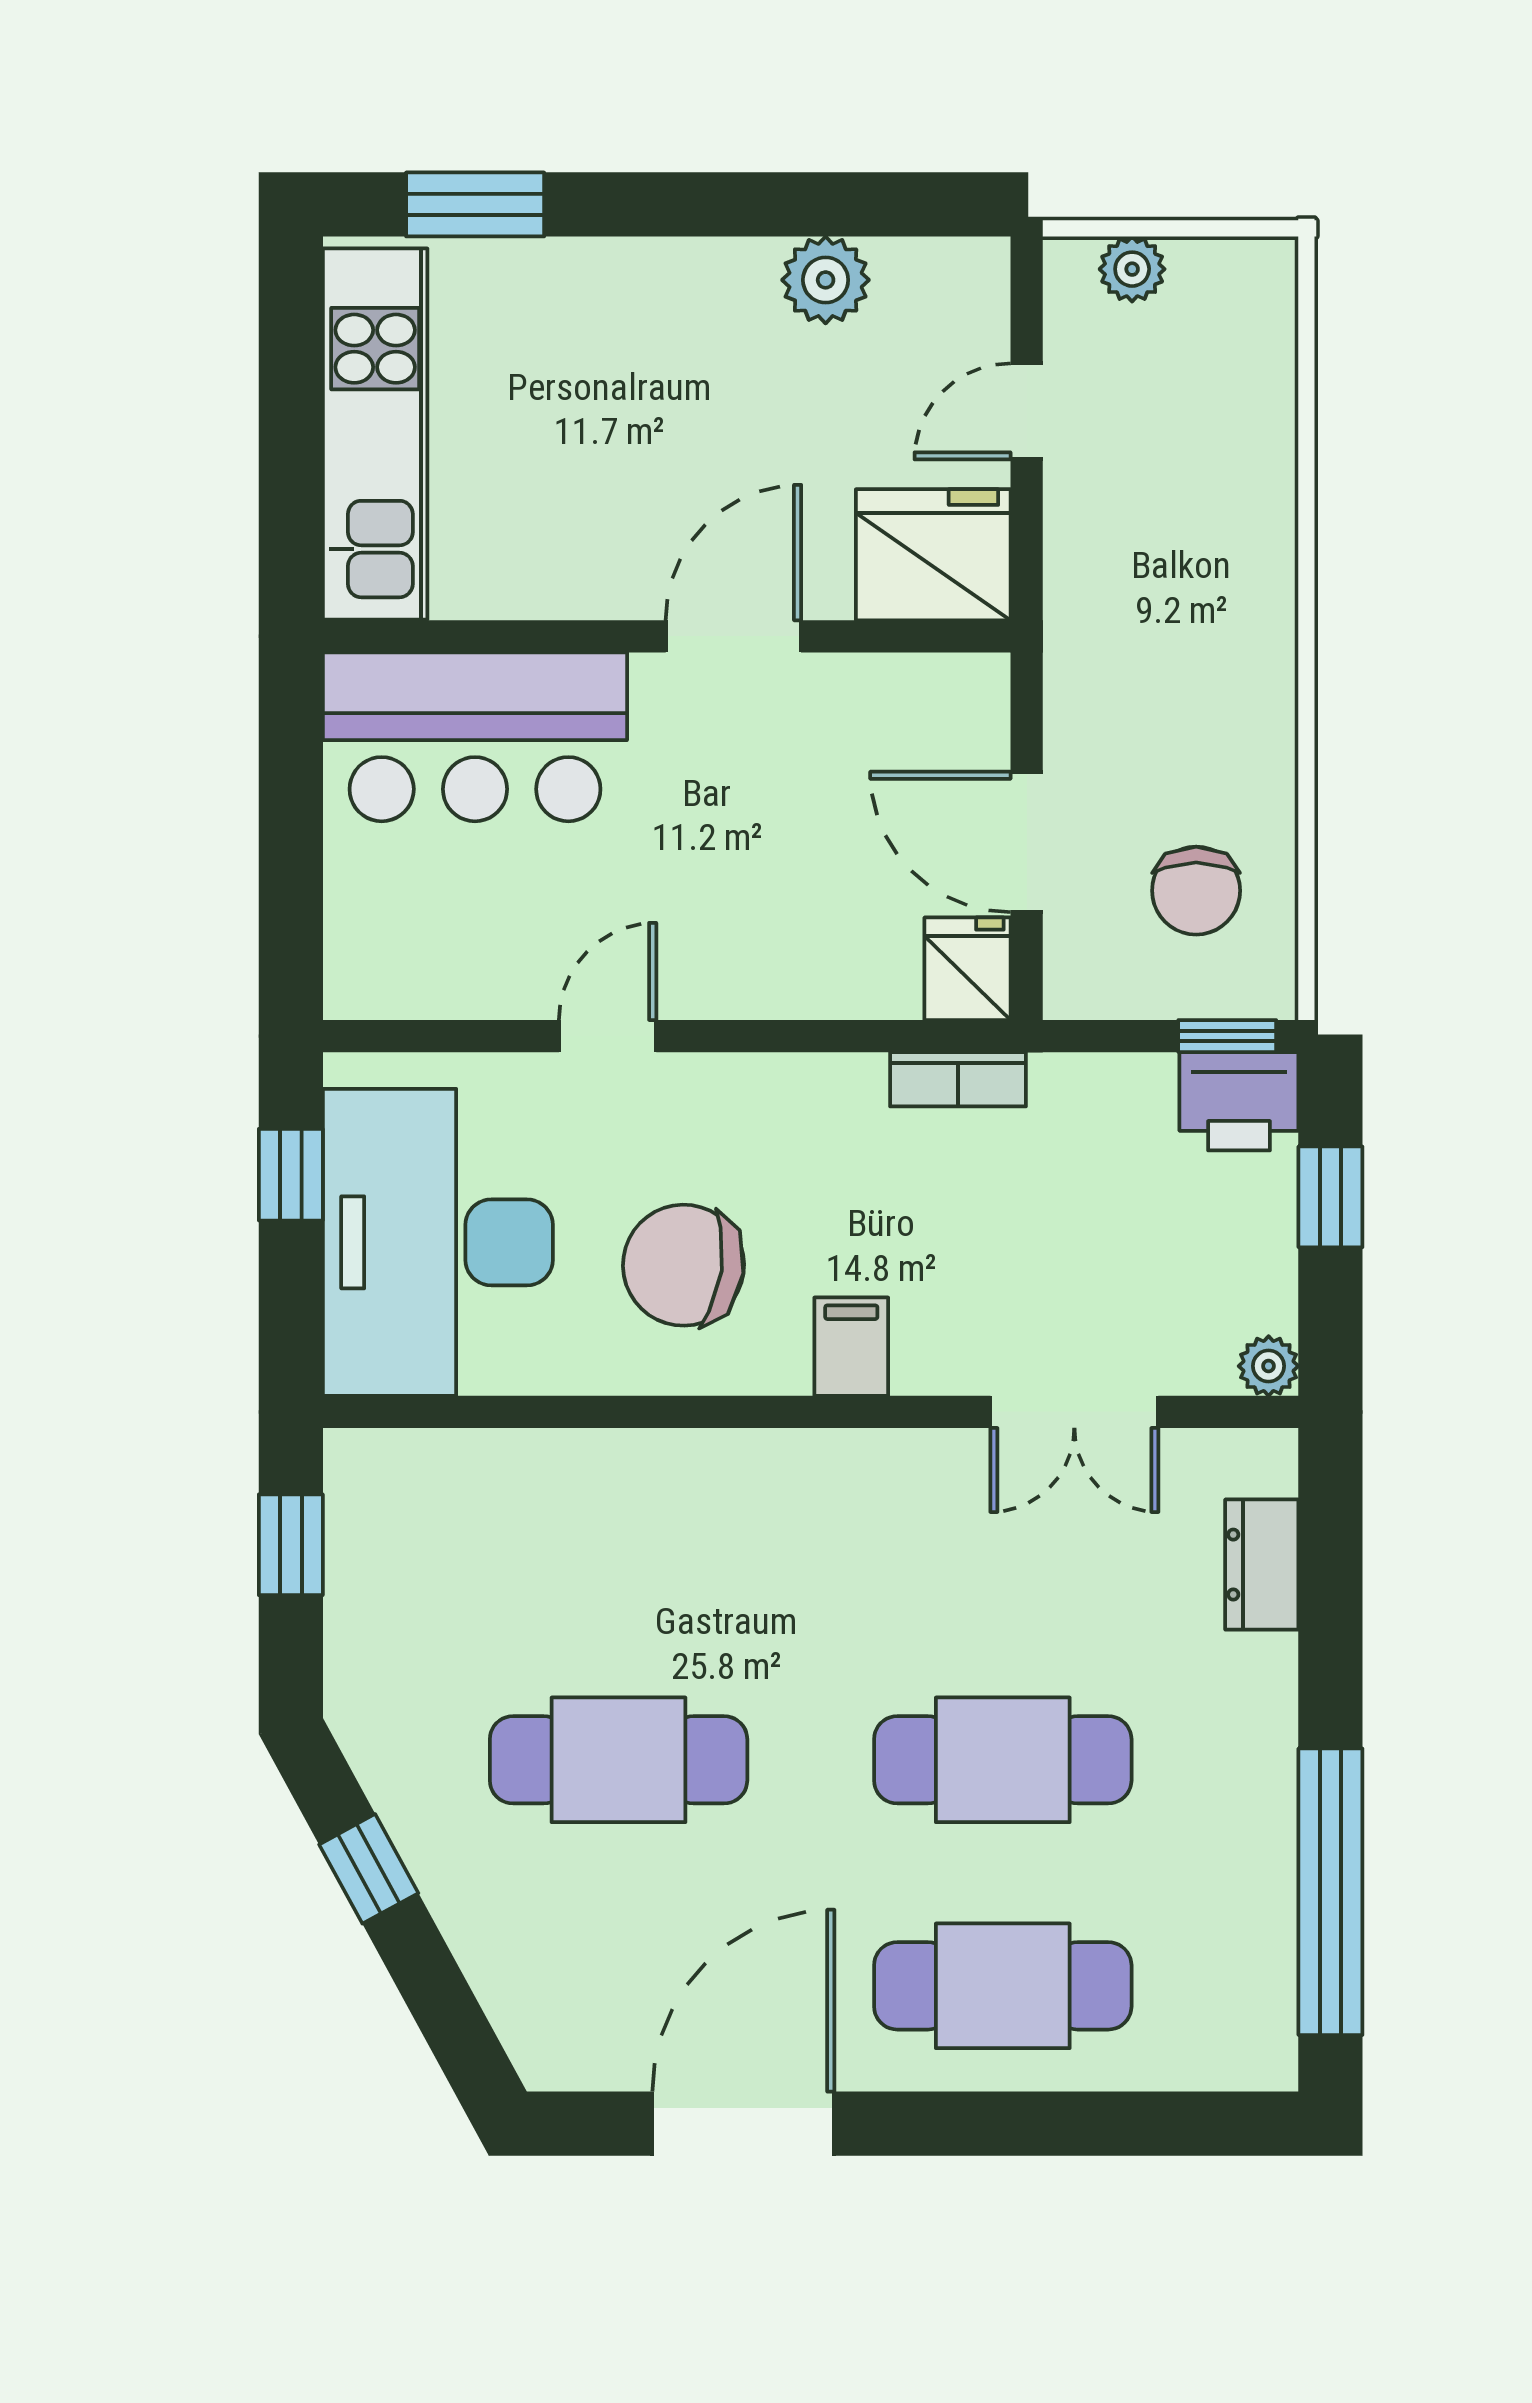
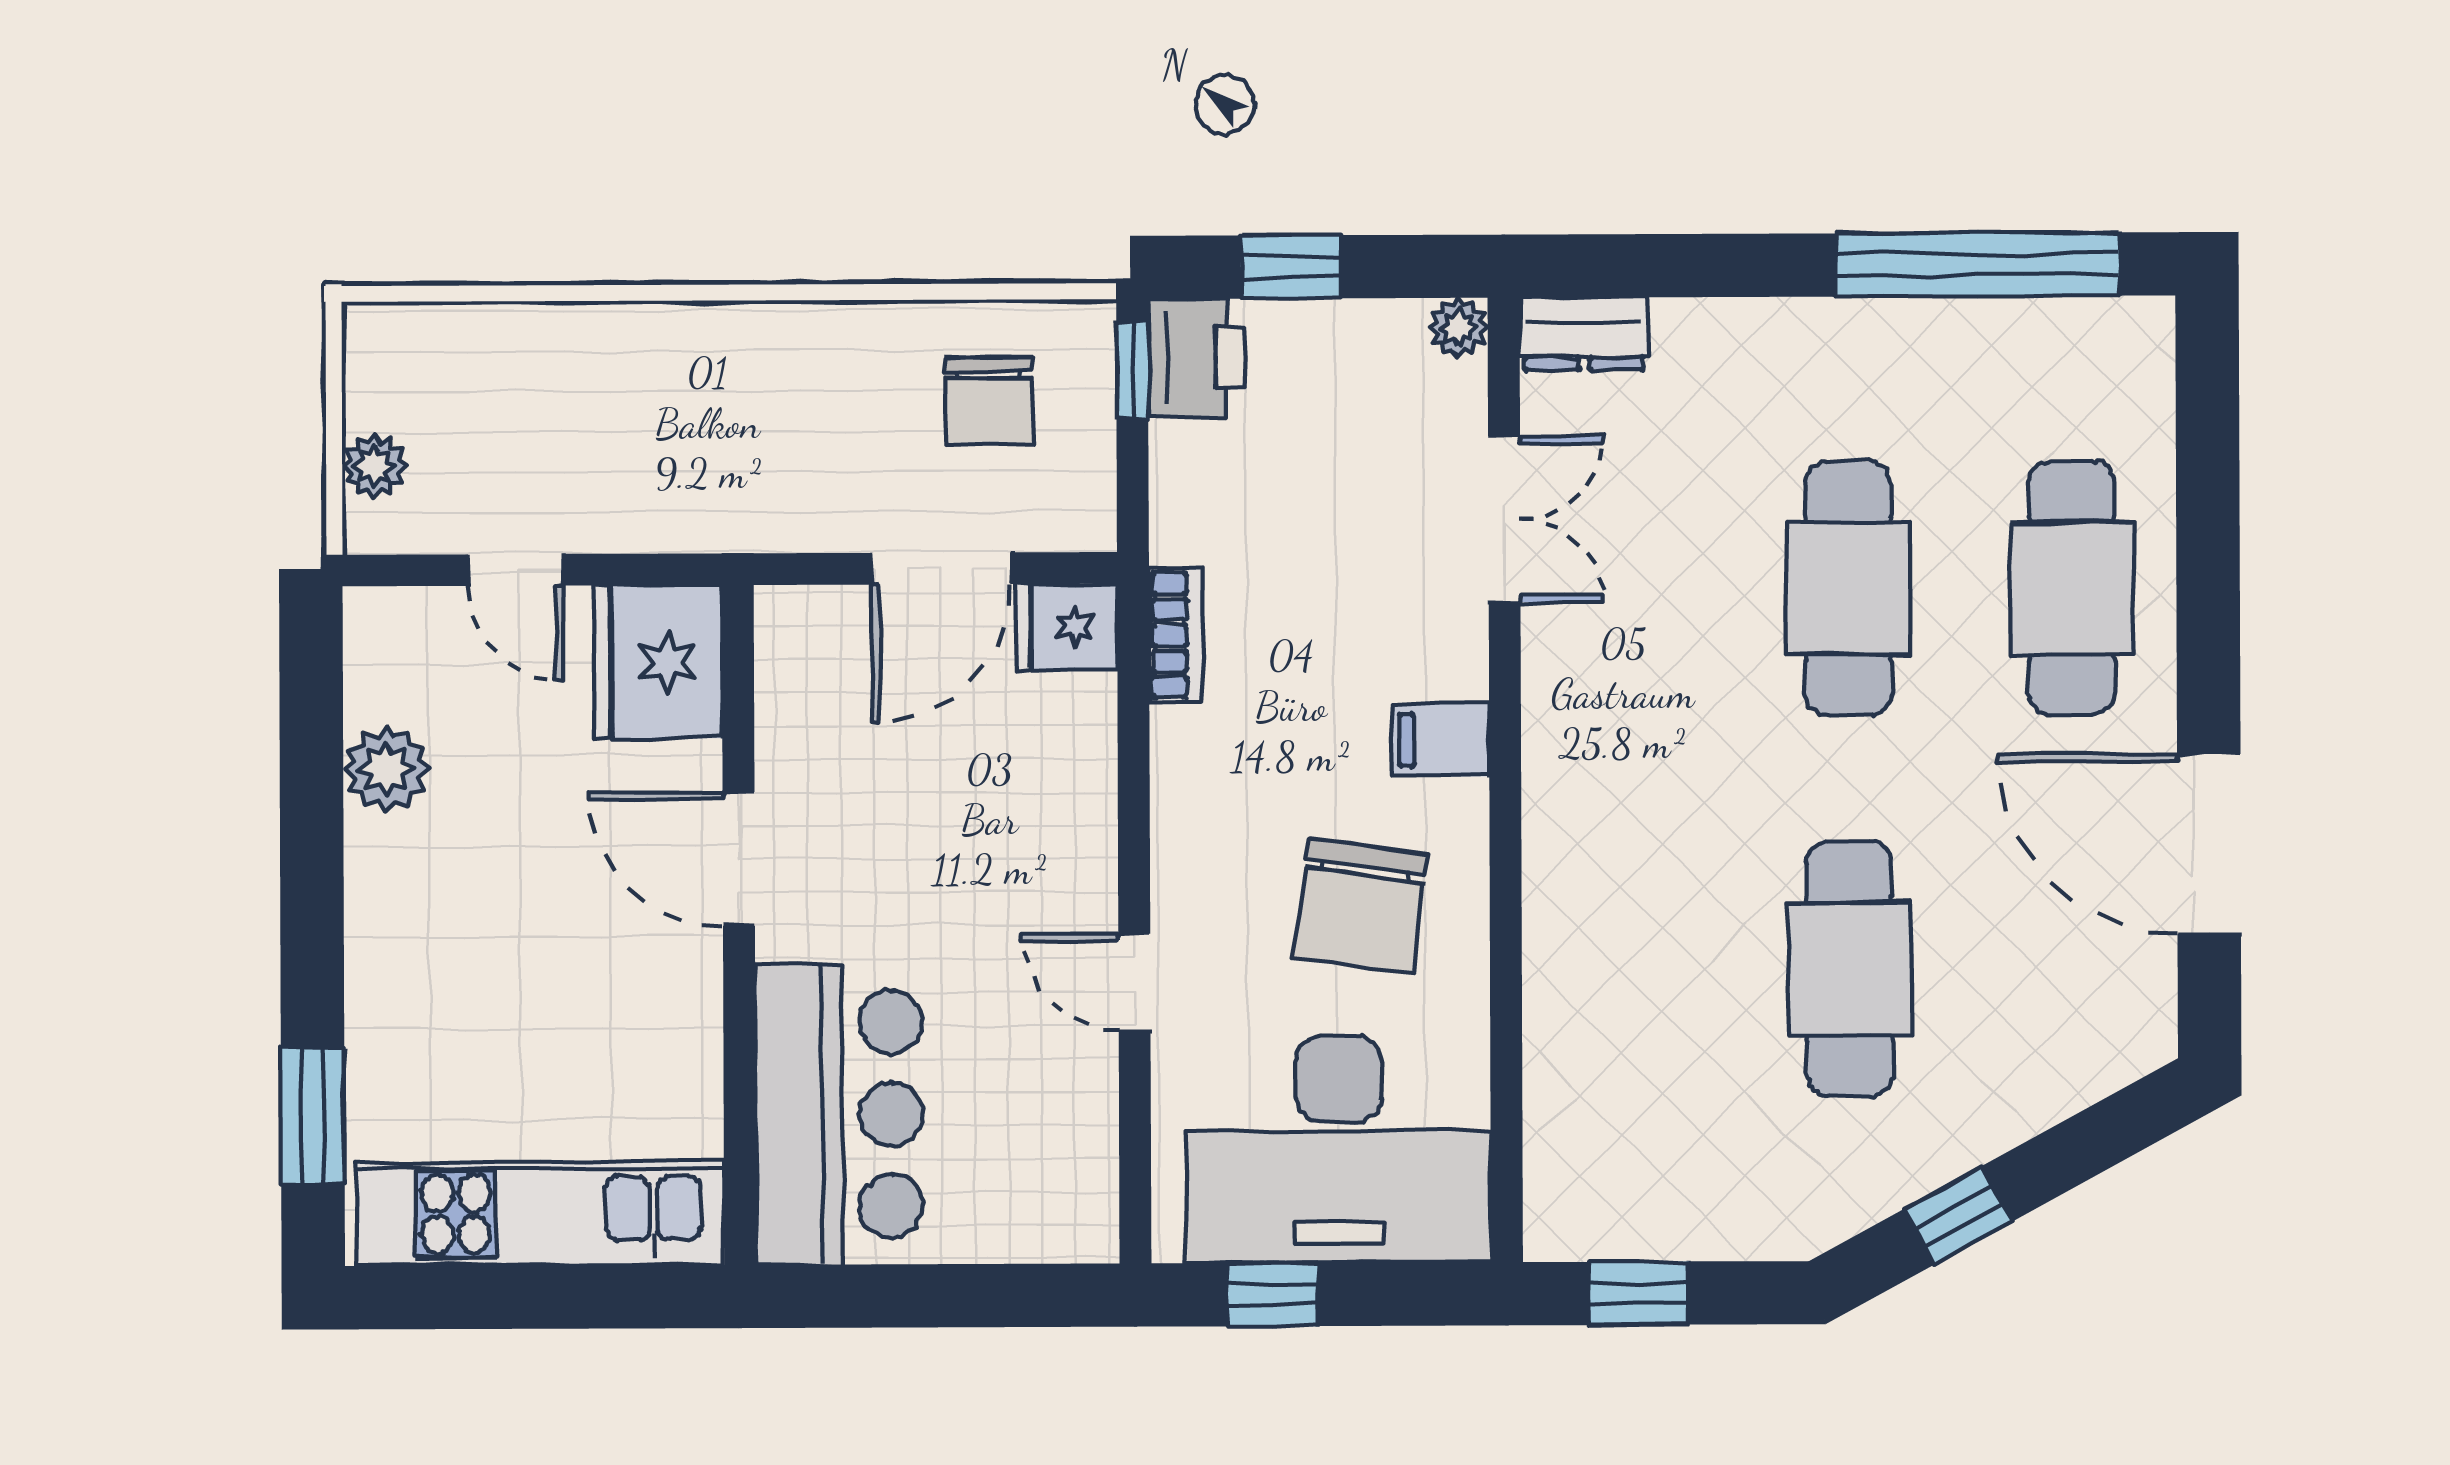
chair: (1196, 891) -> (989, 401), turned 90
dresser: (1262, 1565) -> (1584, 334), moved

